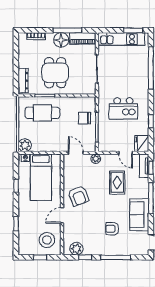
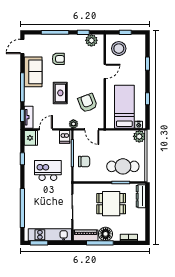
dining table: (55, 73) -> (111, 204), turned 90
dishwasher: (105, 145) -> (65, 137), added
door: (126, 153) -> (46, 129), hinge flipped
rug: (117, 183) -> (60, 93), moved
armchair: (79, 196) -> (88, 103), moved

